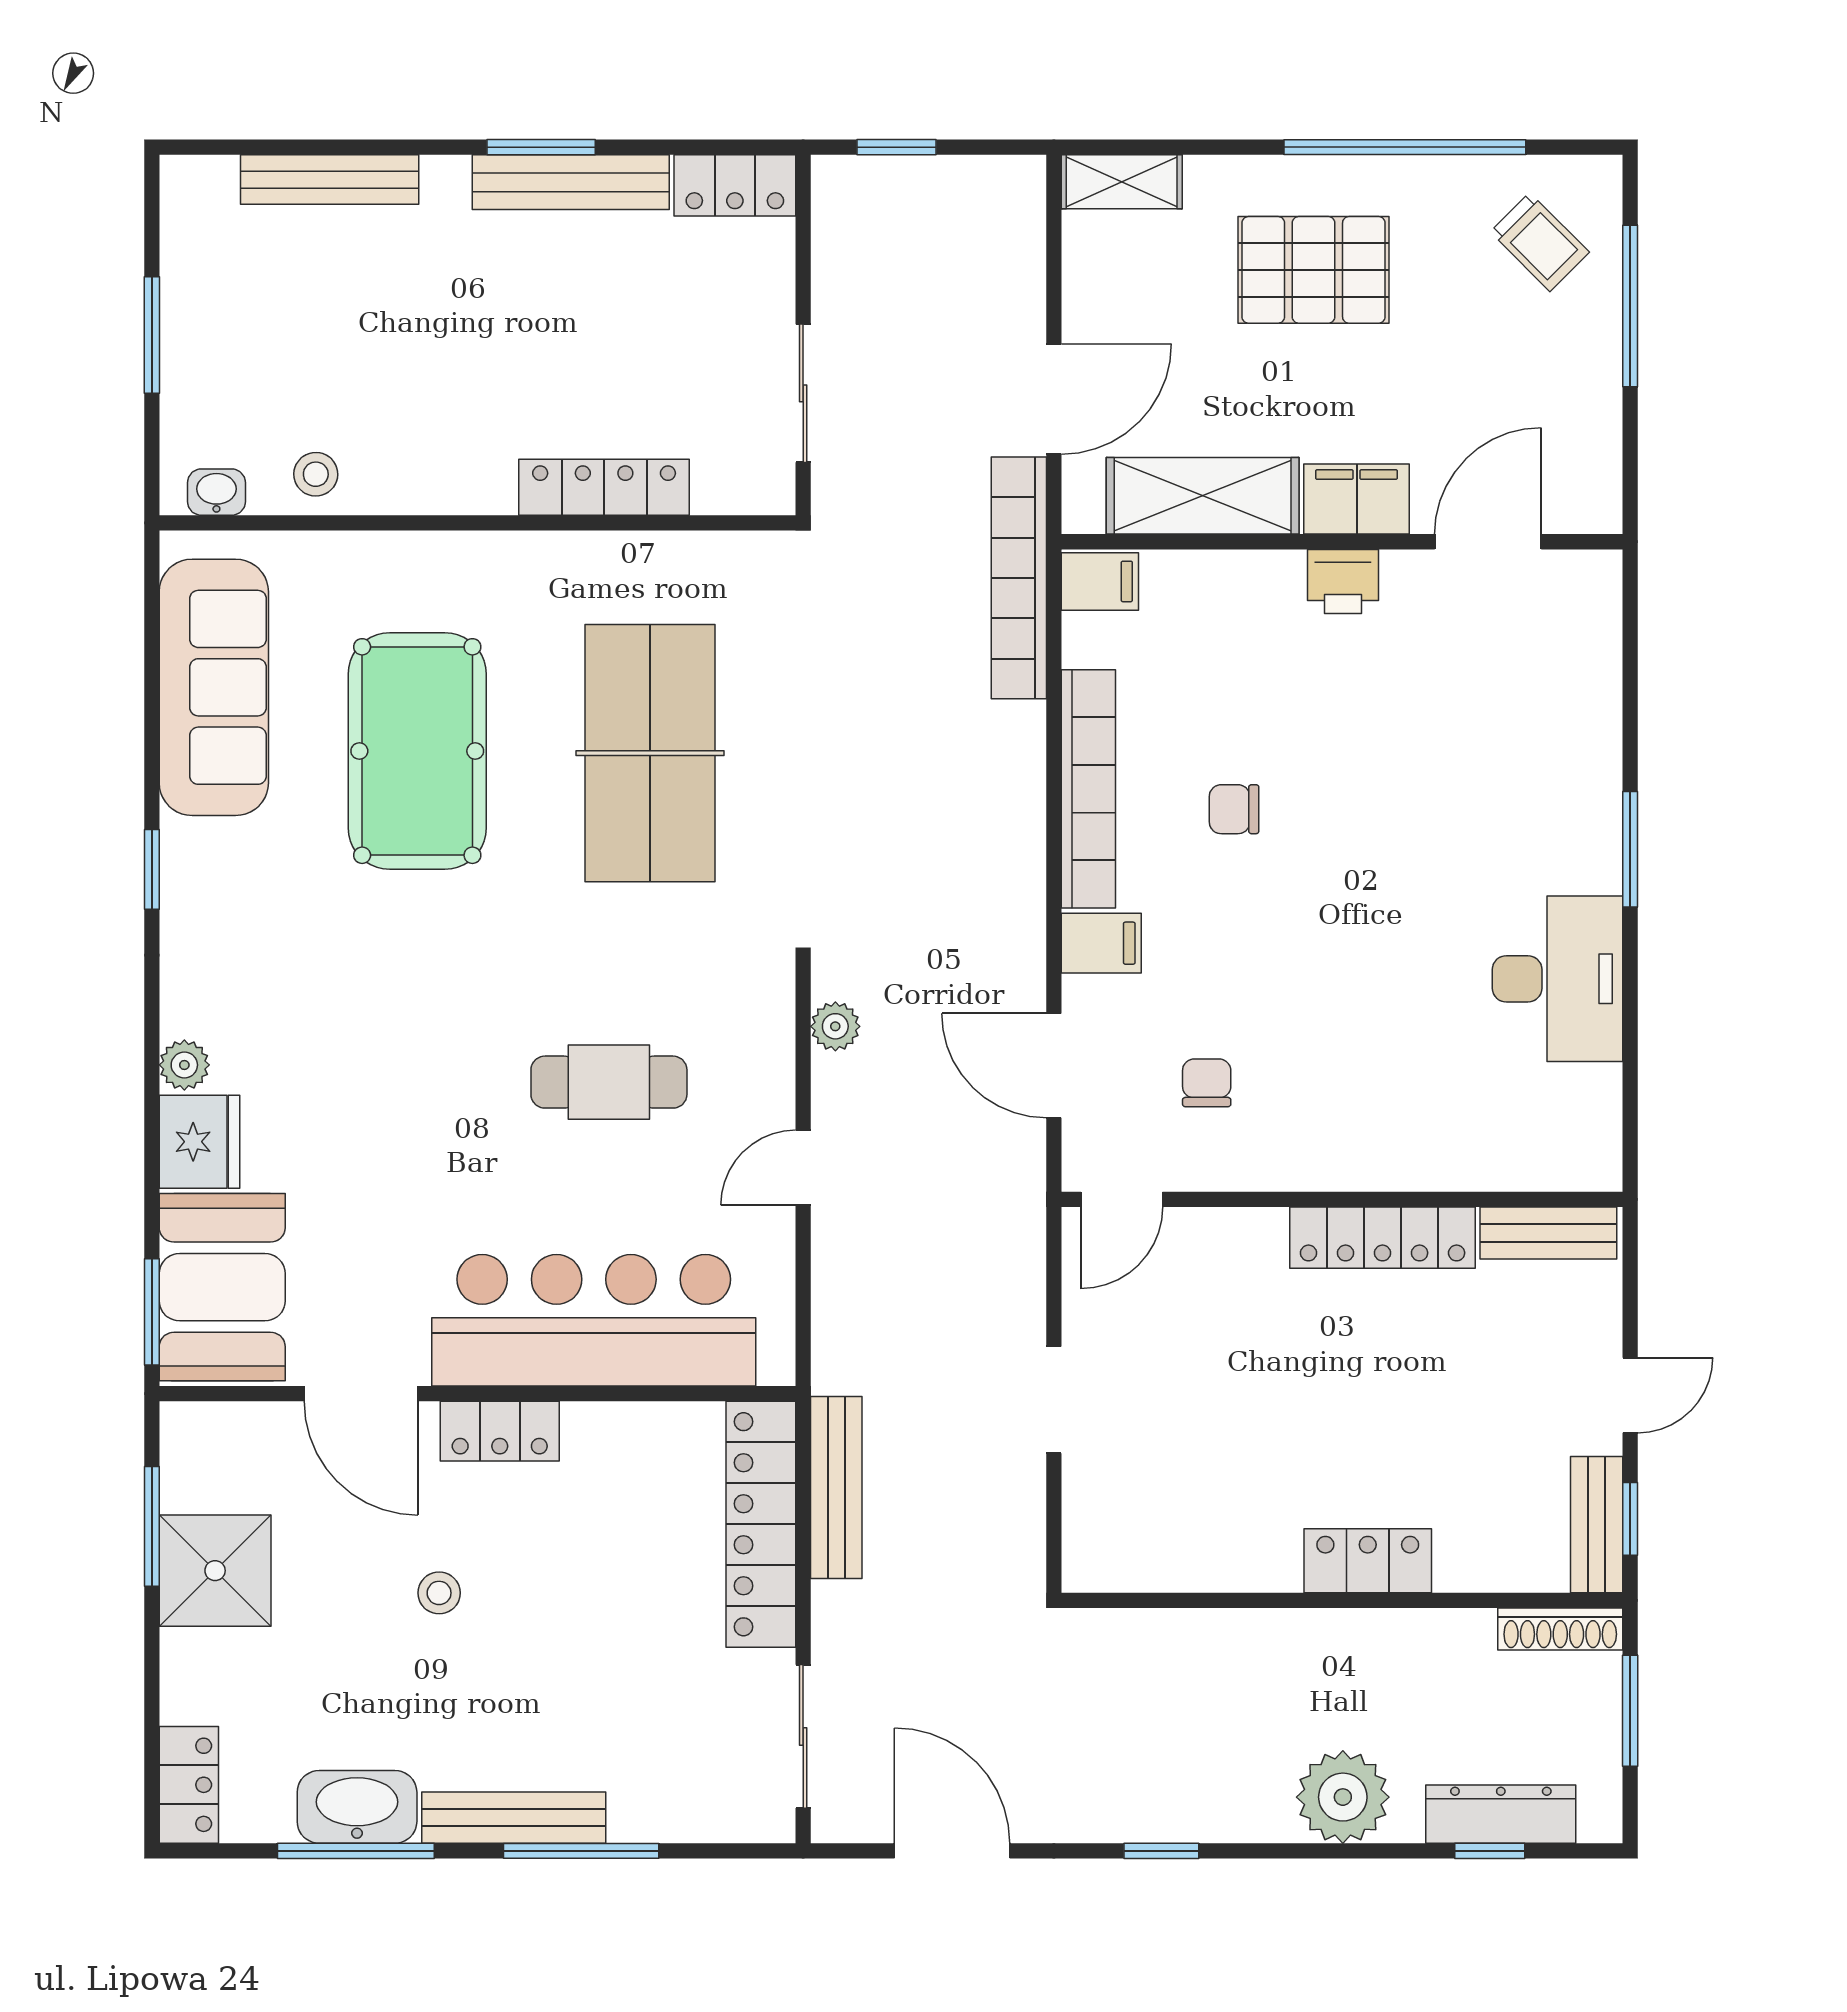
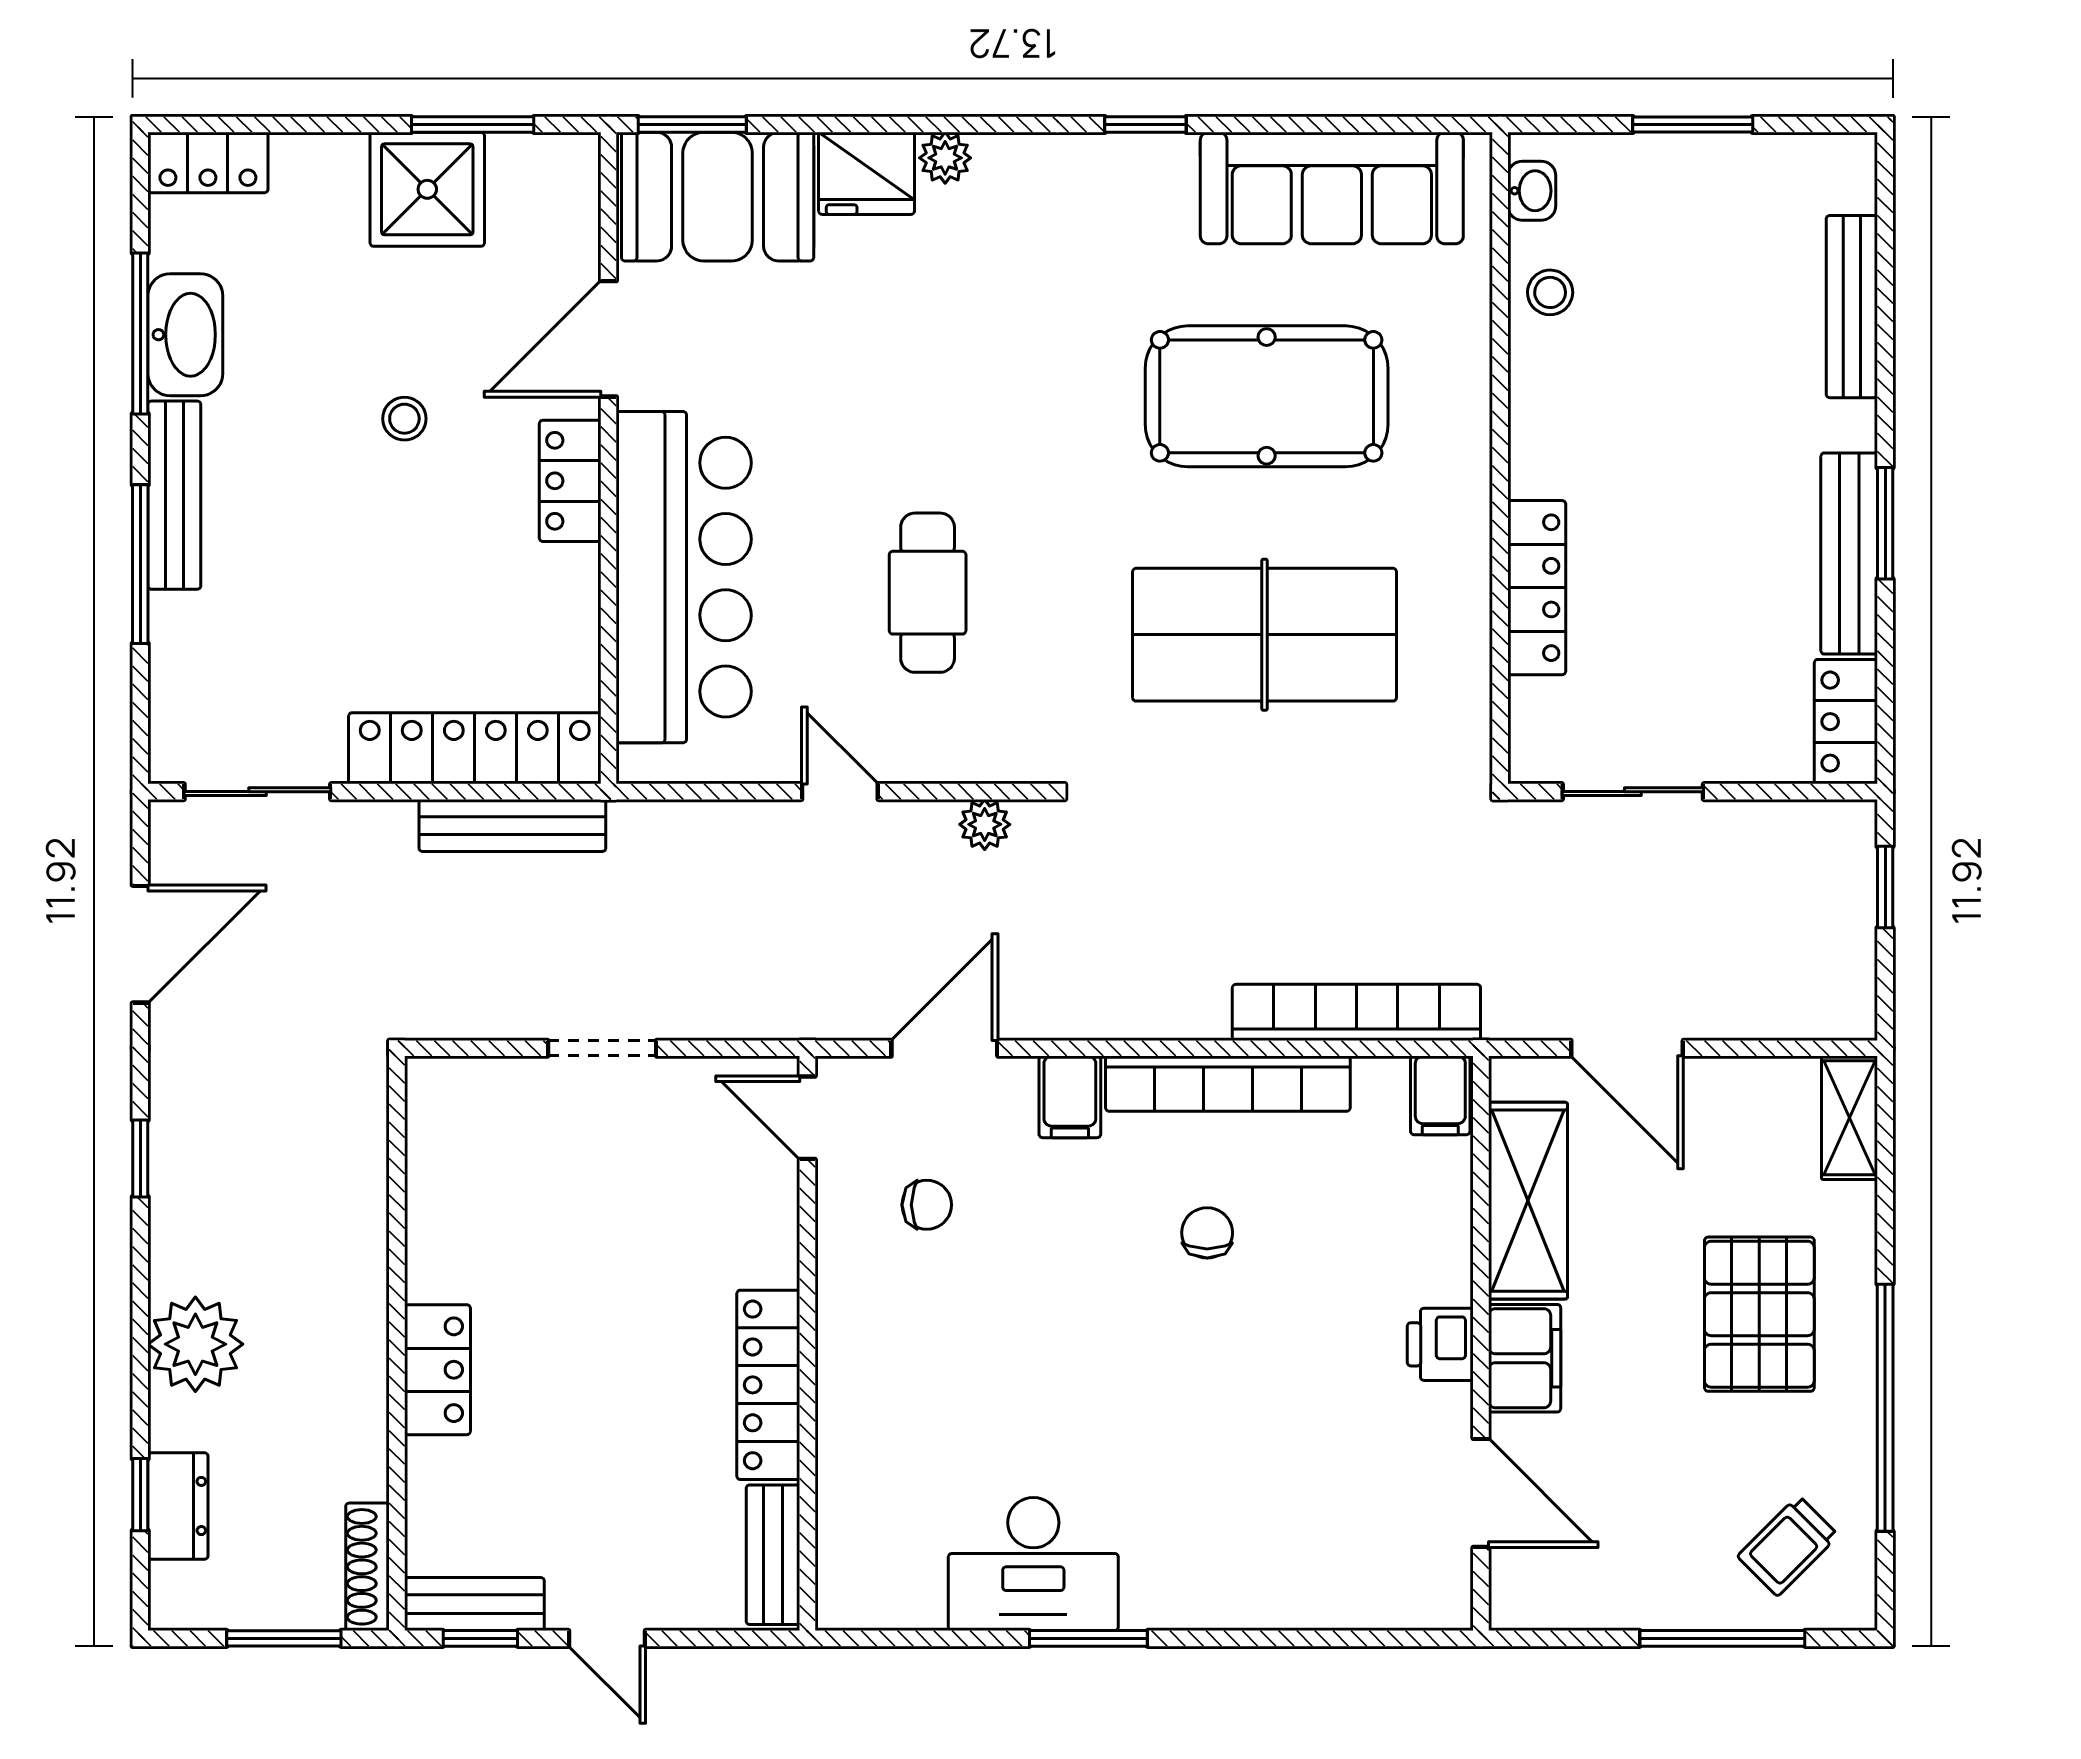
bookcase: (1019, 578) -> (1356, 1012), moved
window: (1630, 849) -> (1088, 1638), moved
dresser: (1501, 1814) -> (178, 1506), width x0.70

